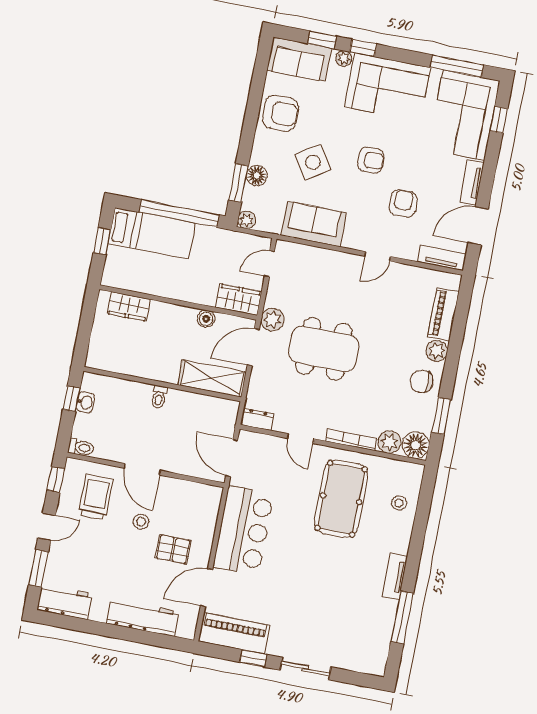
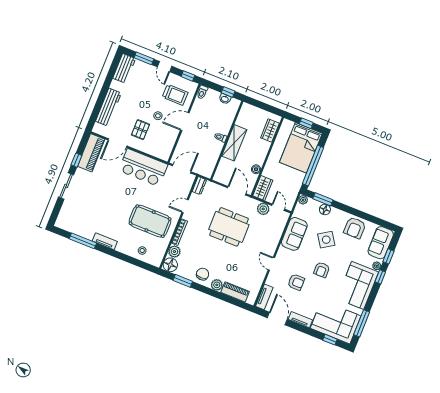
bed: (152, 233) -> (301, 148), width x1.50
plant: (272, 320) -> (263, 209), moved
dining table: (324, 349) -> (229, 227), turned 90
shelving: (212, 378) -> (234, 143), moved
door: (206, 588) -> (117, 143), swing flipped

